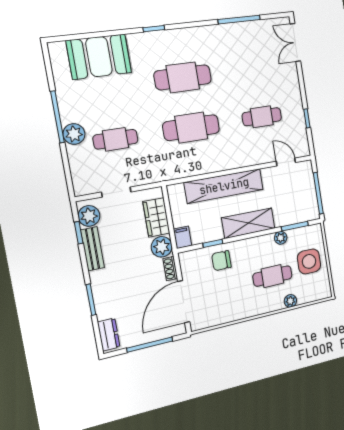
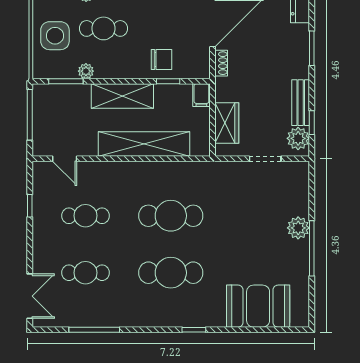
cafe table: (116, 139) -> (85, 273), moved
plant: (162, 247) -> (226, 89), removed

